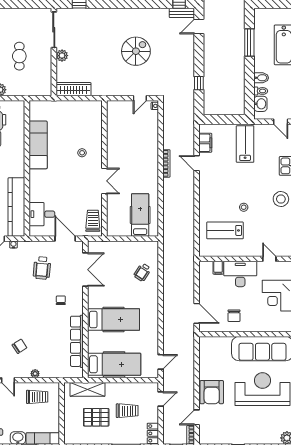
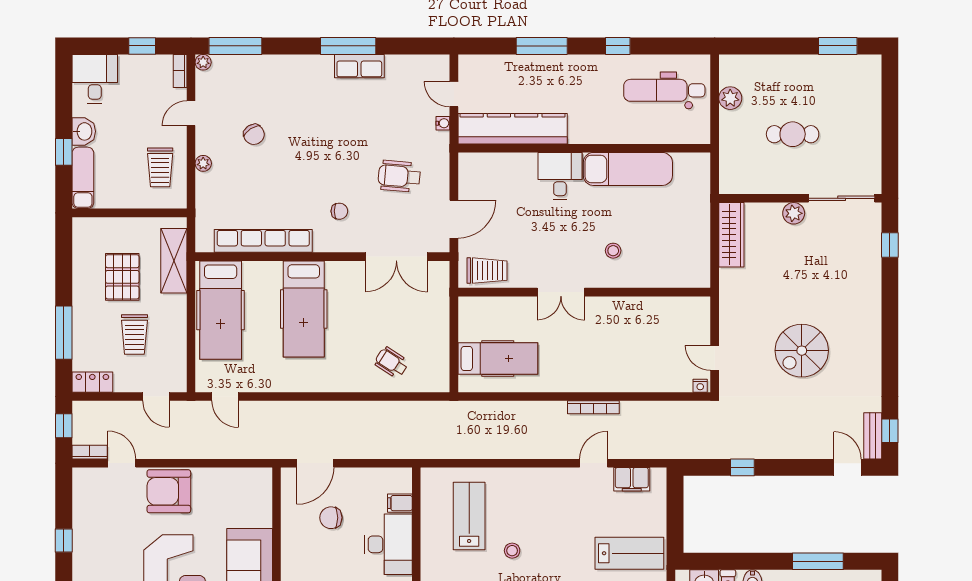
spiral stairs: (136, 51) -> (802, 351), turned 90
desk: (42, 214) -> (560, 176), moved
chair: (234, 316) -> (331, 518), moved

